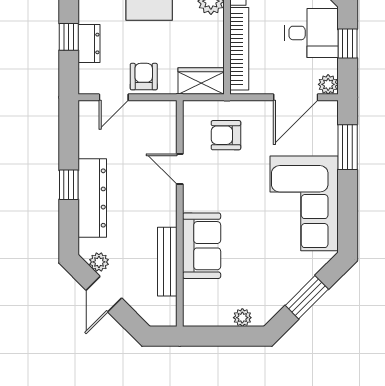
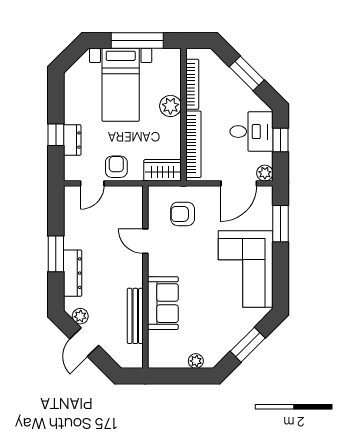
window: (69, 185) -> (56, 254), width x1.50
dresser: (92, 198) -> (73, 273), width x0.73, depth x0.80

